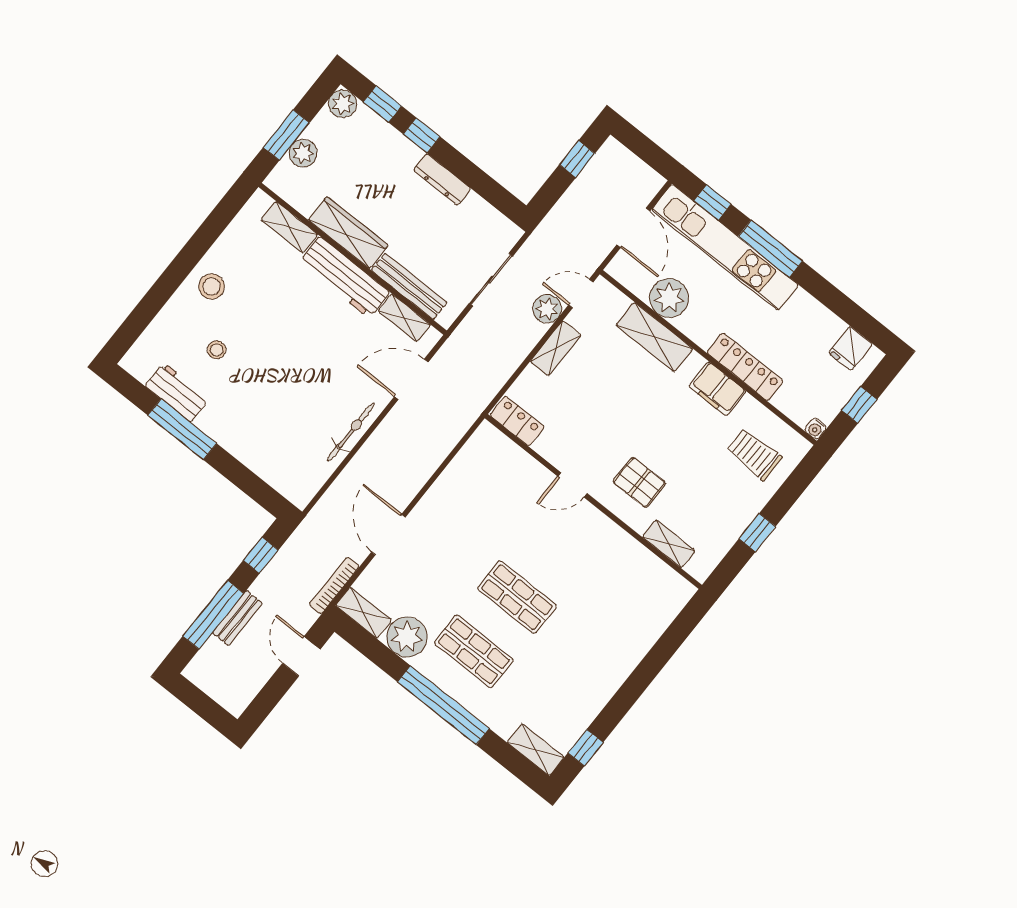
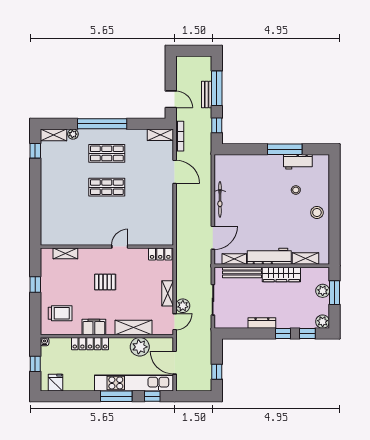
pallet: (639, 482) -> (105, 282), moved
plant: (407, 637) -> (73, 134), moved, width x0.53, depth x0.53

